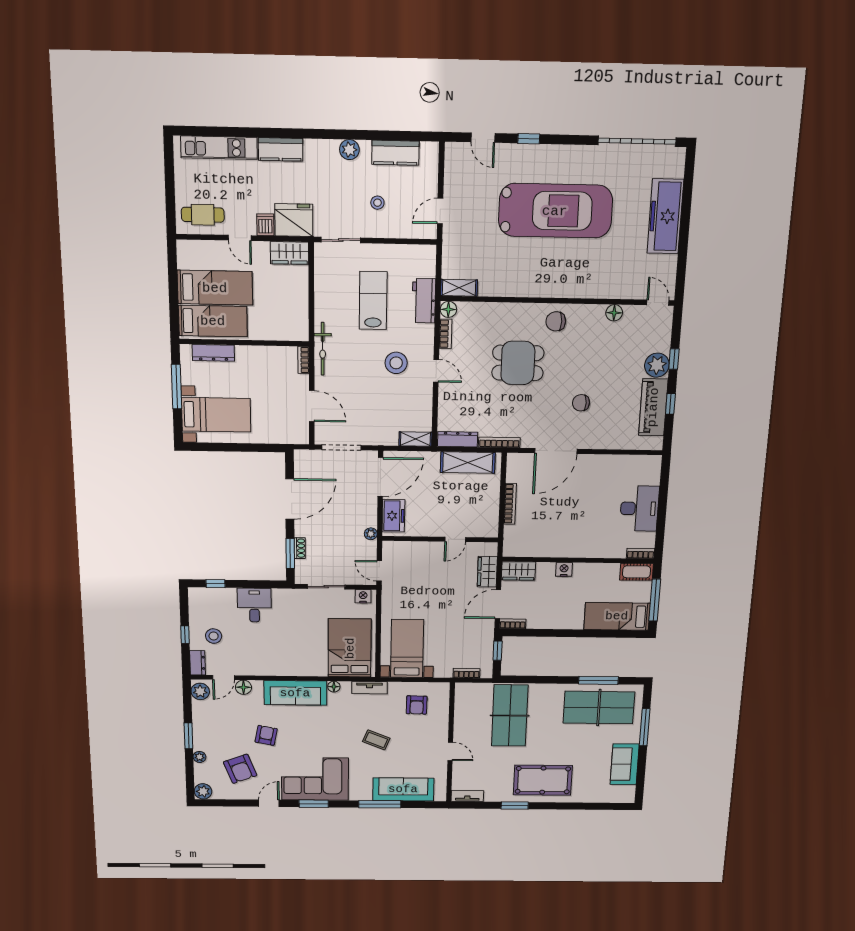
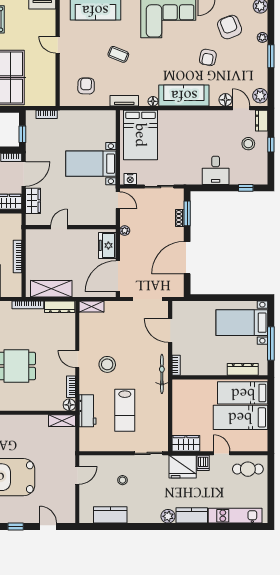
plant: (349, 150) -> (168, 516), moved
bed with nightstands: (407, 649) -> (91, 164), moved, turned 90
door: (223, 678) -> (241, 108), hinge flipped

